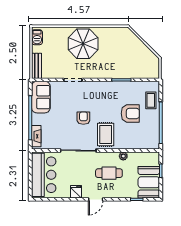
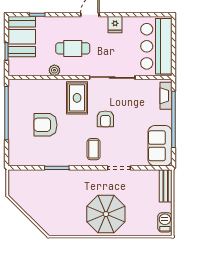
coffee table: (151, 100) -> (94, 149), moved

